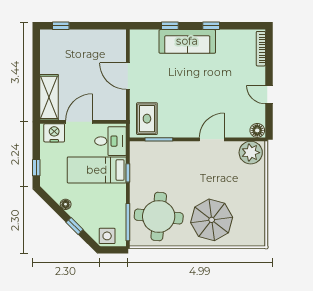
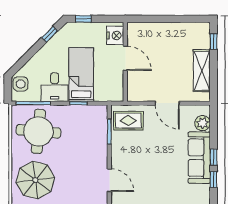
window: (170, 26) -> (214, 157), moved
plant: (150, 38) -> (203, 123), added
door: (128, 76) -> (167, 103), swing flipped
shelving: (49, 97) -> (202, 71), moved, turned 90
desk: (111, 141) -> (55, 87), moved
floor lamp: (66, 204) -> (50, 46), removed
window: (75, 226) -> (50, 34), moved

